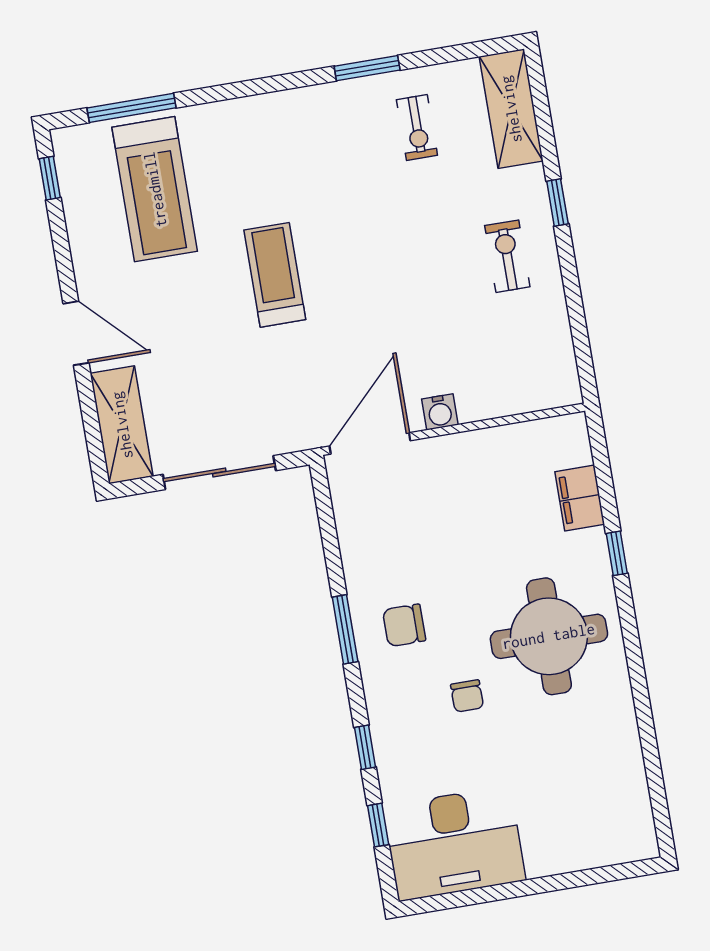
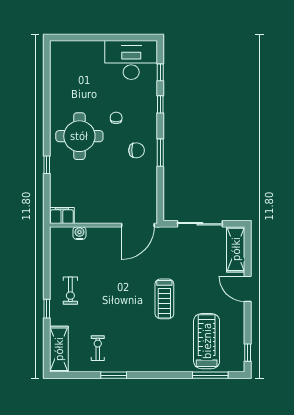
water cooler: (440, 412) -> (79, 233), moved
filing cabinet: (580, 498) -> (62, 216), moved, turned -90

